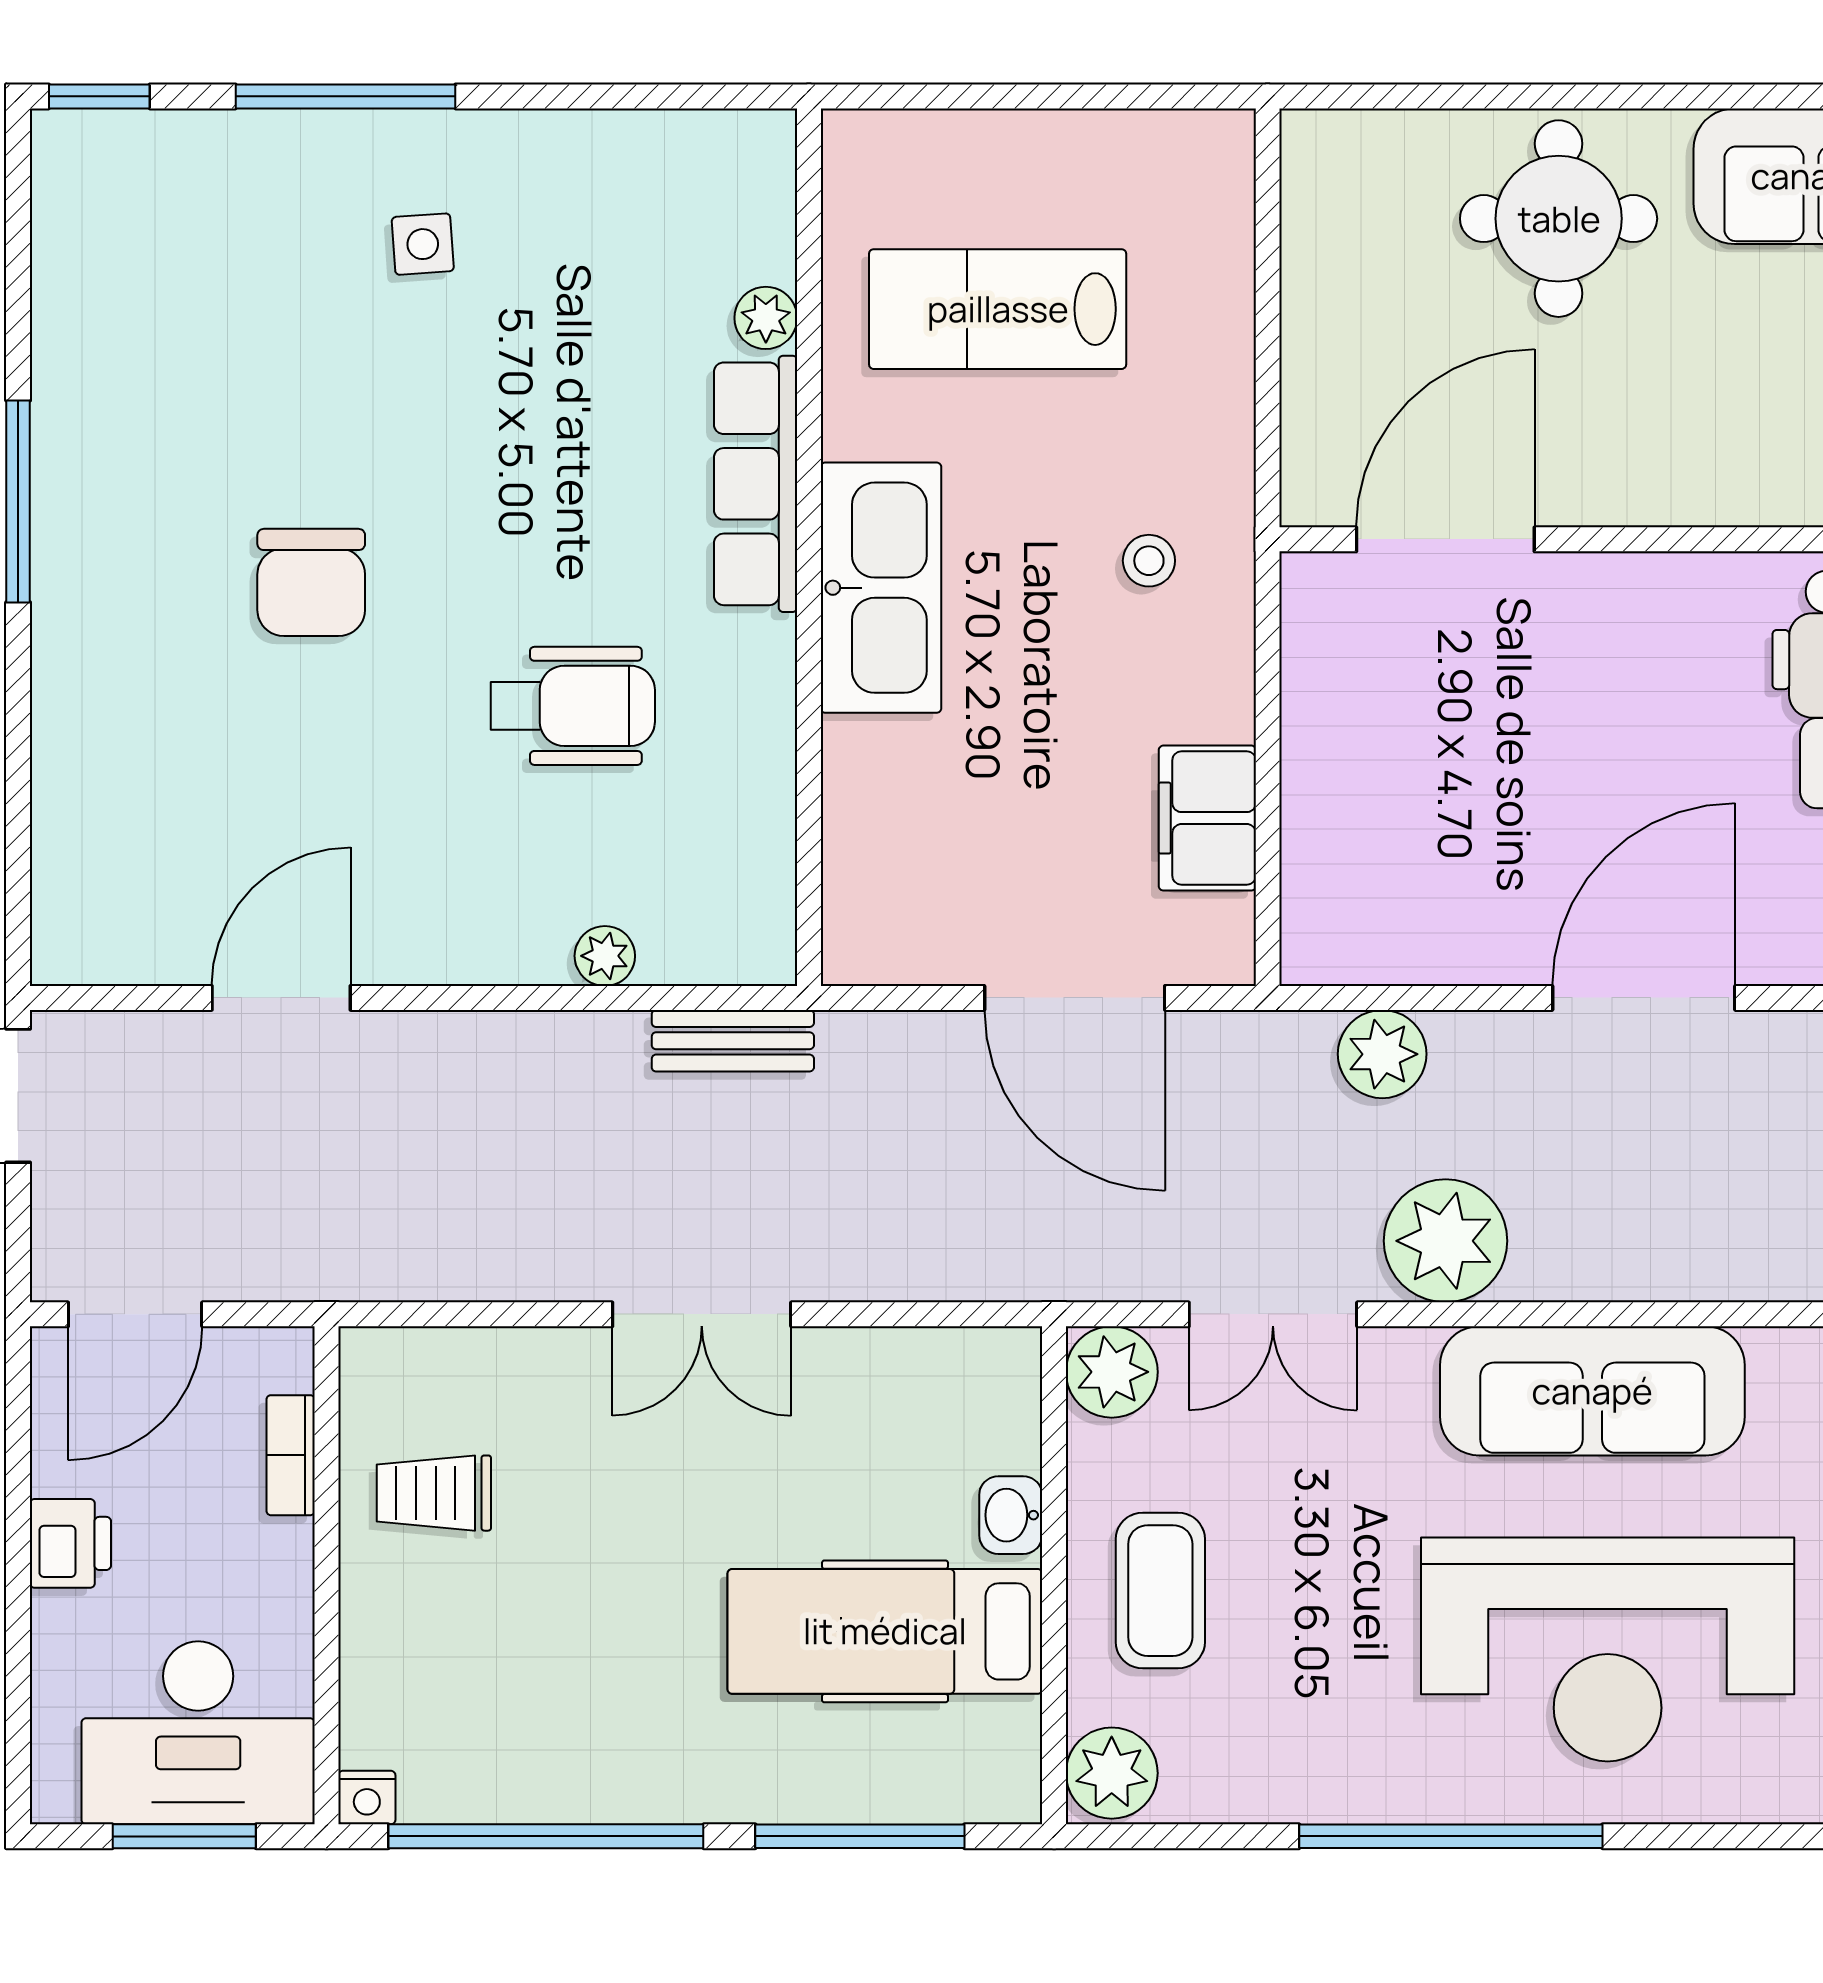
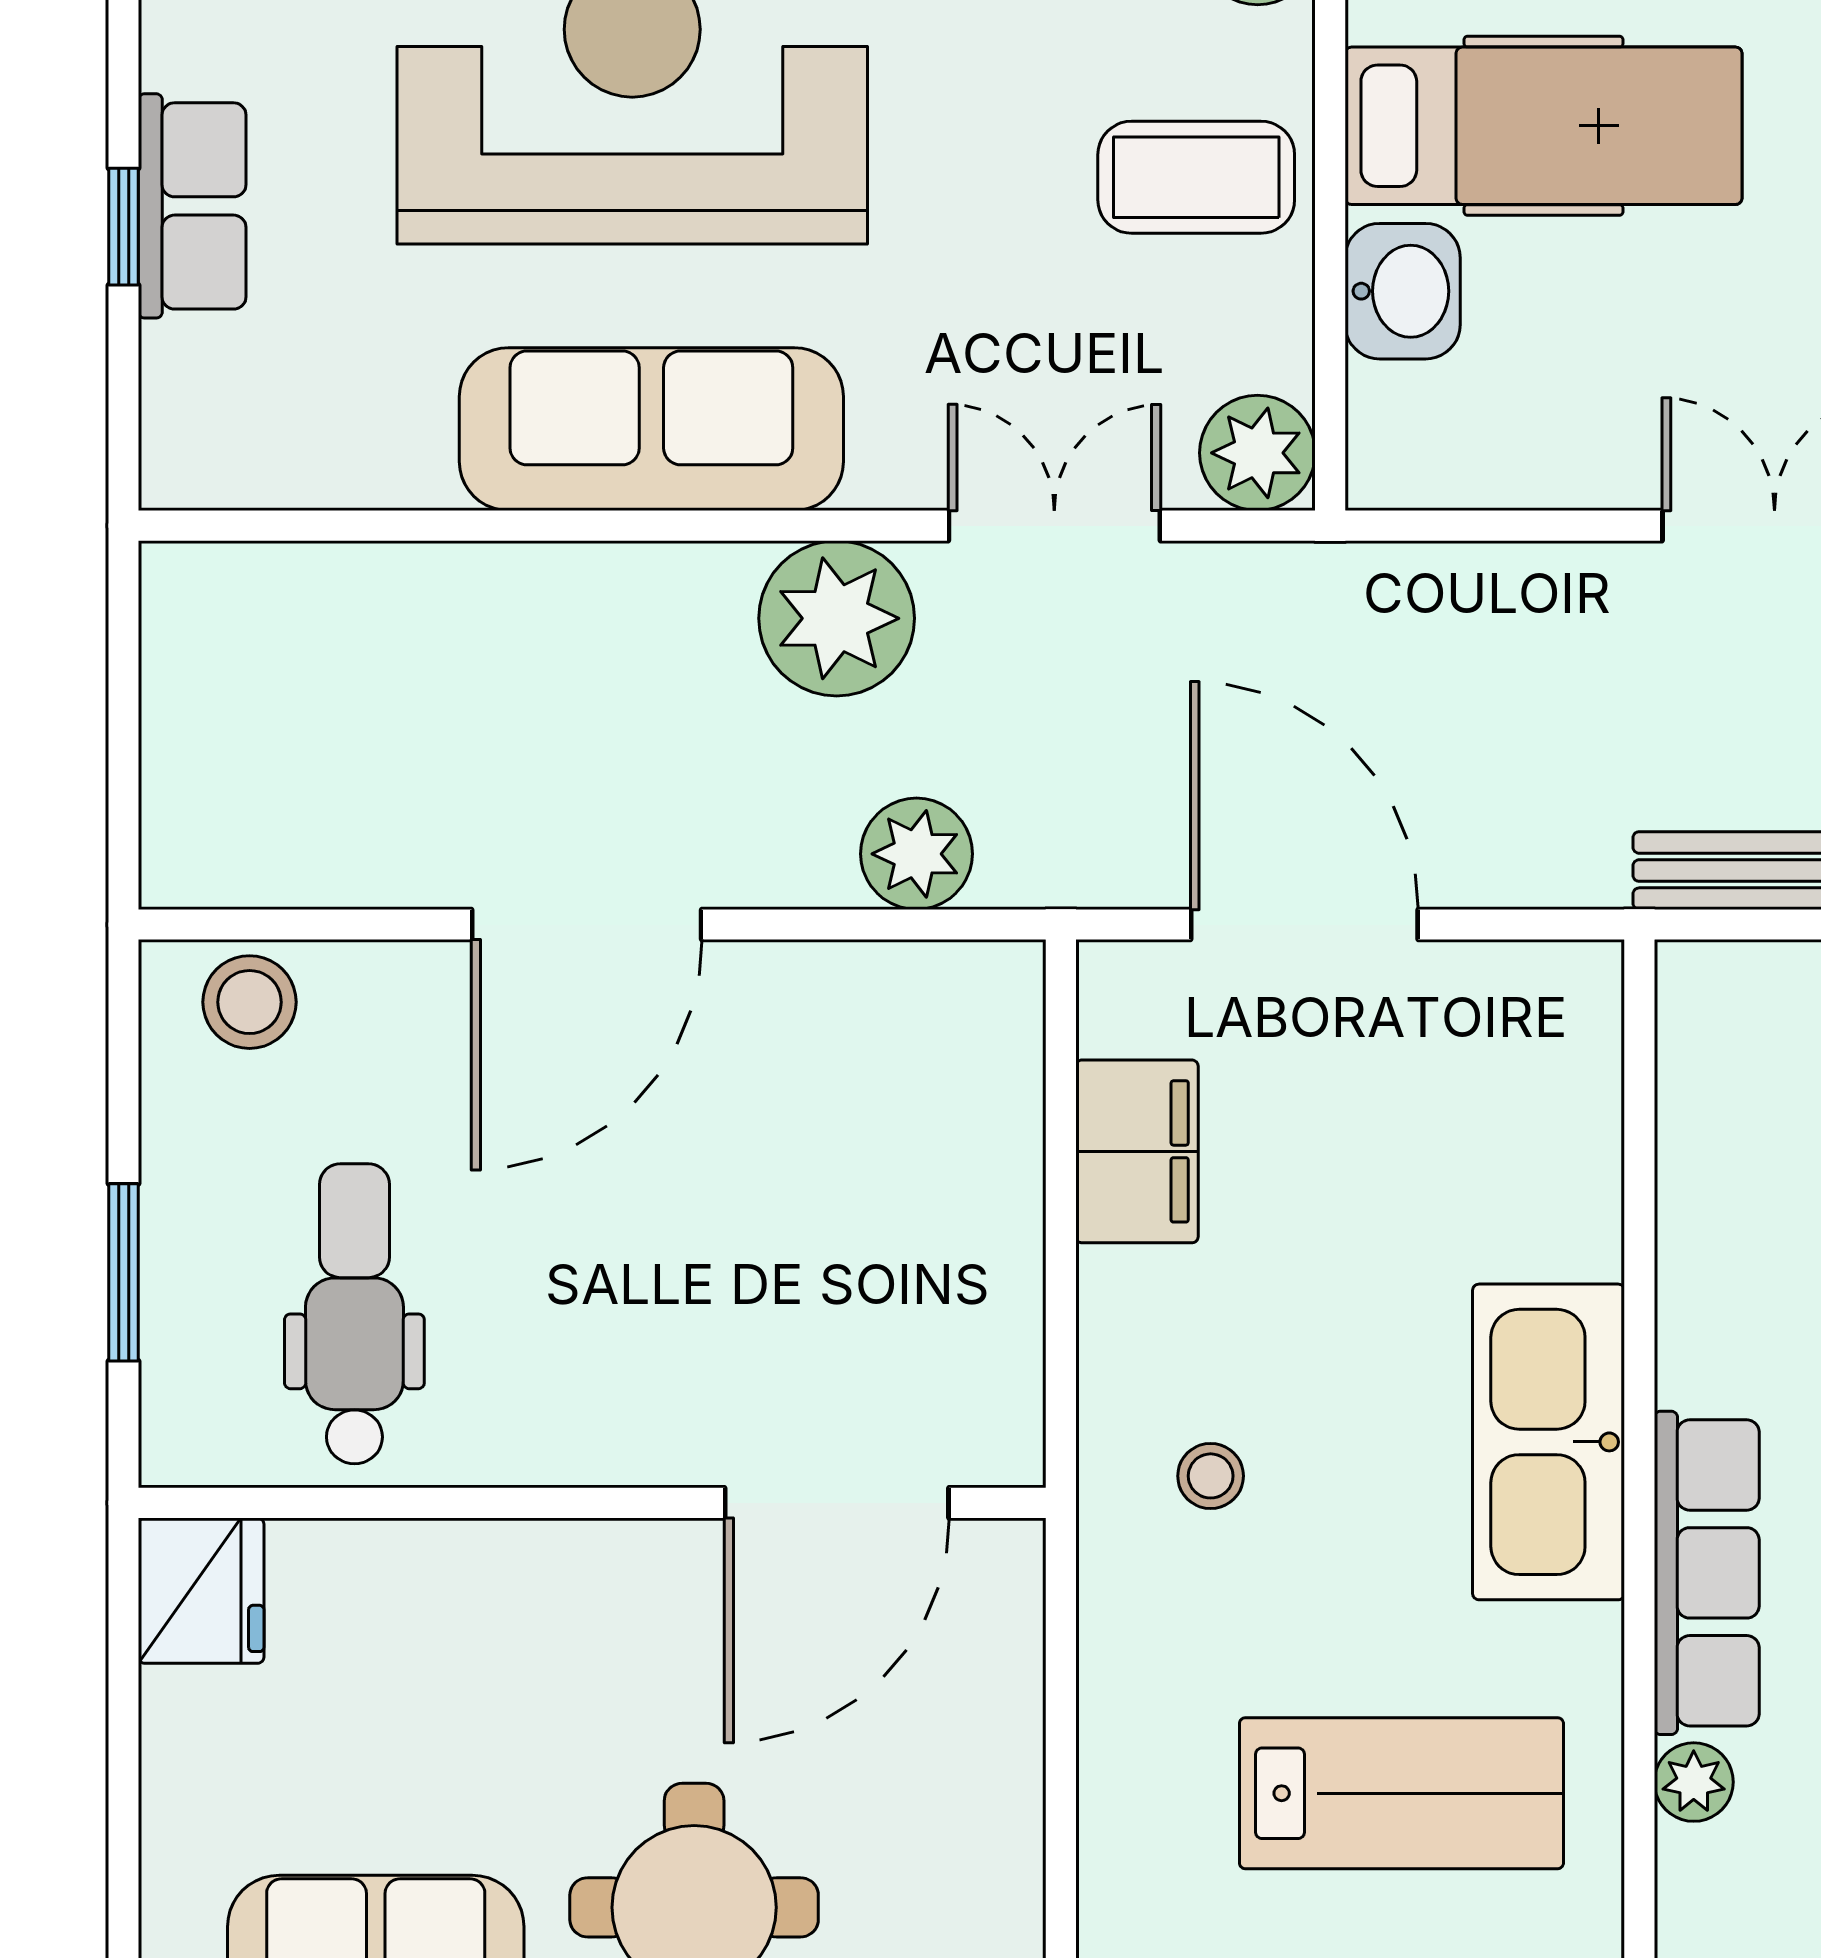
washbasin: (1011, 1515) -> (1403, 291), width x1.38, depth x1.45
coffee table: (1160, 1591) -> (1196, 177), turned 90

